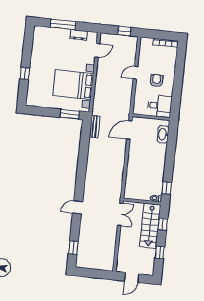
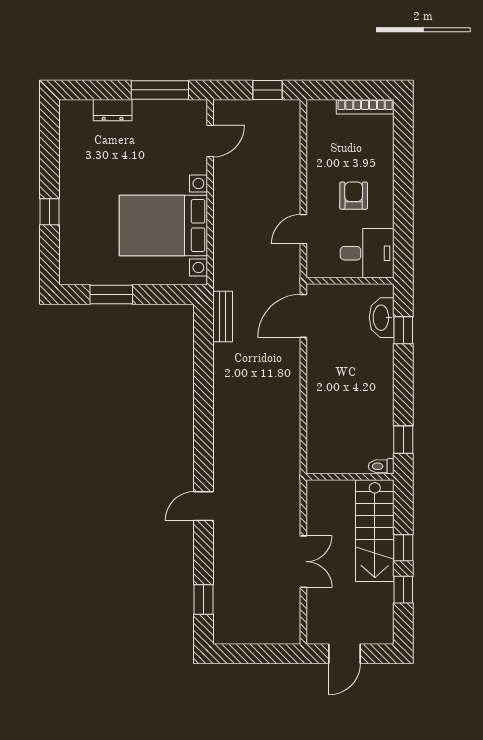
window: (63, 24) -> (160, 90), moved
dresser: (79, 35) -> (113, 110), moved
door: (135, 73) -> (303, 229), moved
window: (70, 114) -> (111, 294), moved
window: (172, 141) -> (403, 330), added
double door: (120, 214) -> (303, 562), moved
window: (163, 224) -> (403, 548), moved

